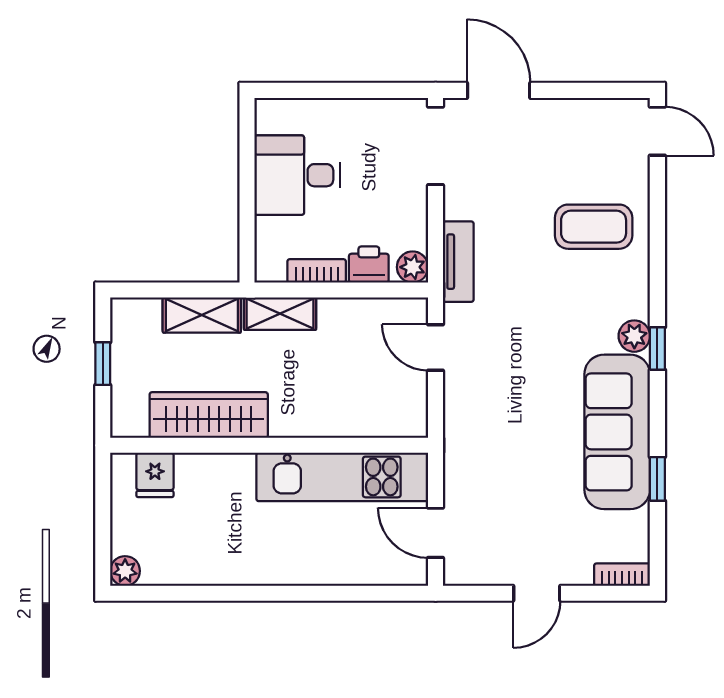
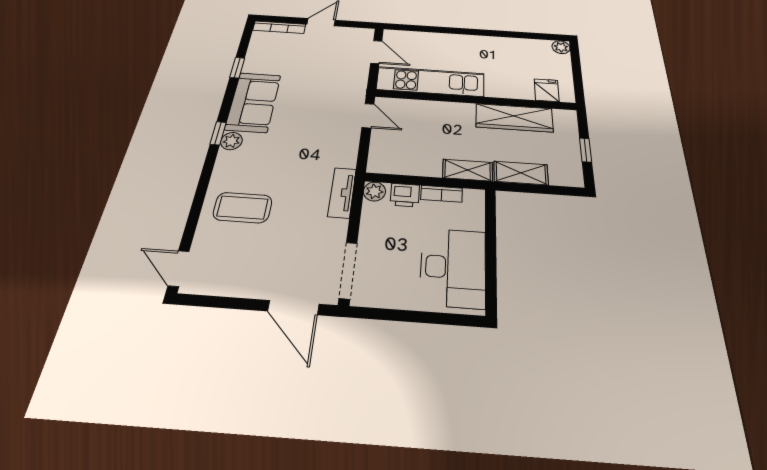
desk: (297, 175) -> (453, 267), width x1.37
door: (436, 347) -> (368, 116), moved
sofa: (617, 432) -> (253, 102), width x0.73
bookcase: (622, 575) -> (279, 27), width x1.56

